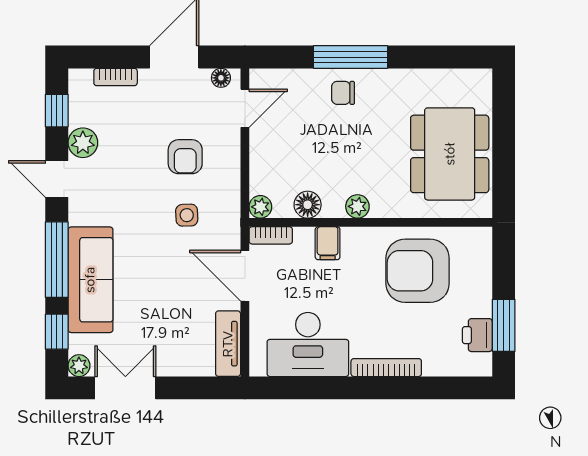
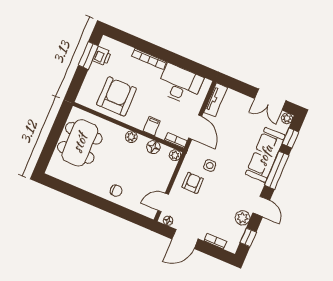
window: (351, 57) -> (106, 205), removed
armchair: (185, 157) -> (193, 183), moved
armchair: (418, 271) -> (117, 96), turned -90

